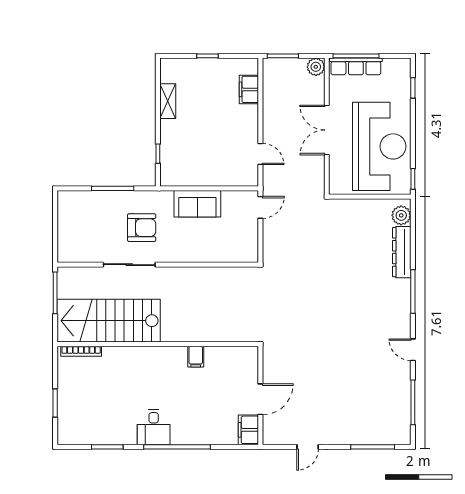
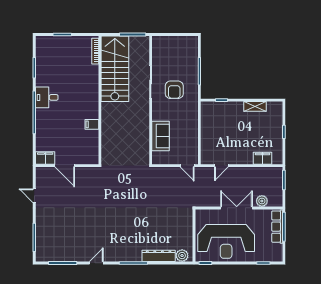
plant: (316, 67) -> (262, 201), moved
sofa: (197, 204) -> (160, 136), moved, turned 180

